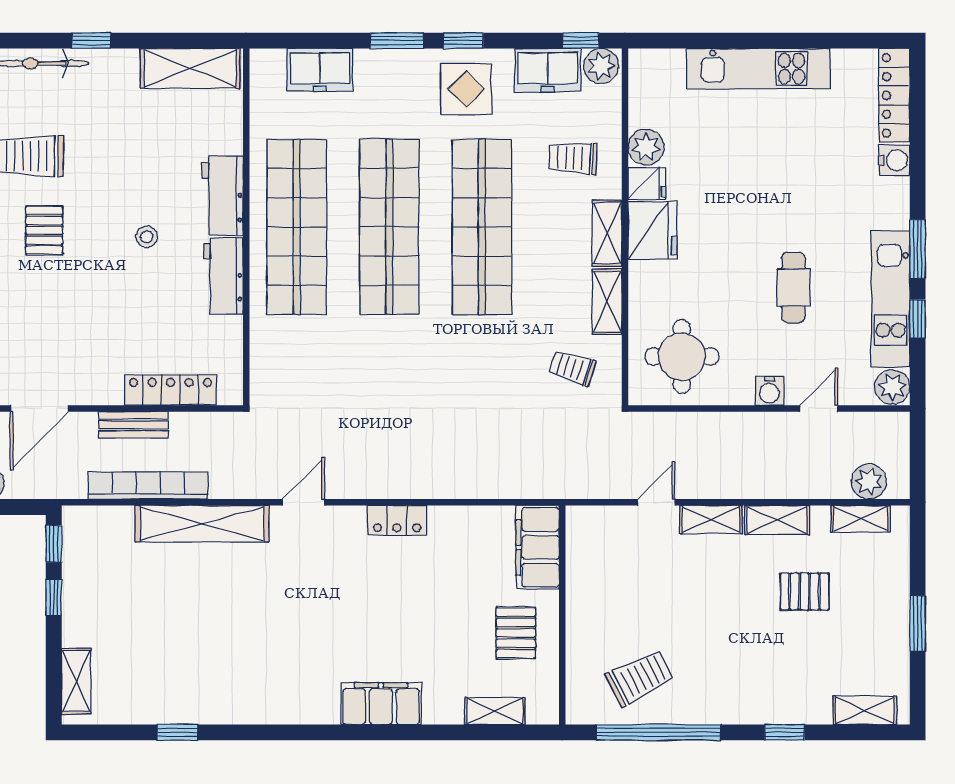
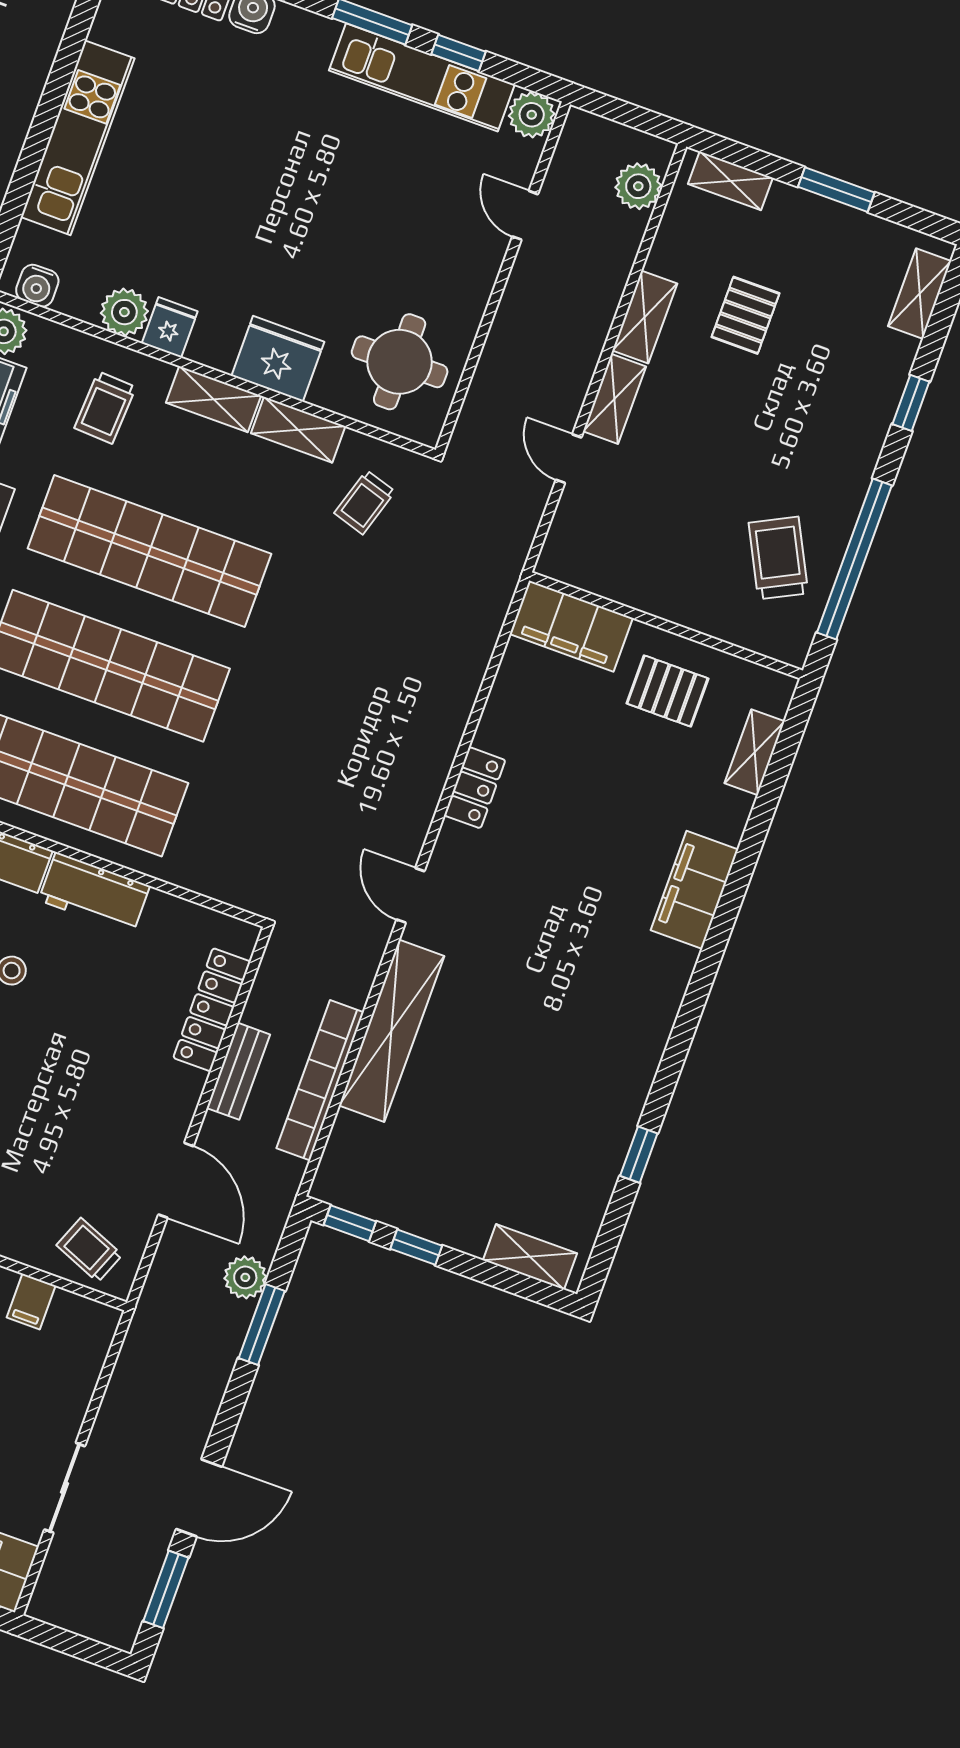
fridge: (652, 231) -> (278, 359), moved
cafe table: (793, 287) -> (364, 193), removed
water cooler: (769, 391) -> (37, 286), moved, turned 90
shelving: (861, 519) -> (730, 181), moved, turned 90

